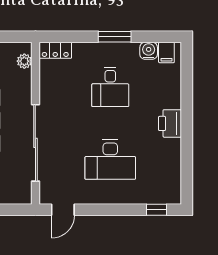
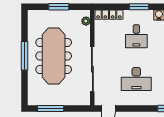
locker: (55, 50) -> (109, 15), width x1.53

